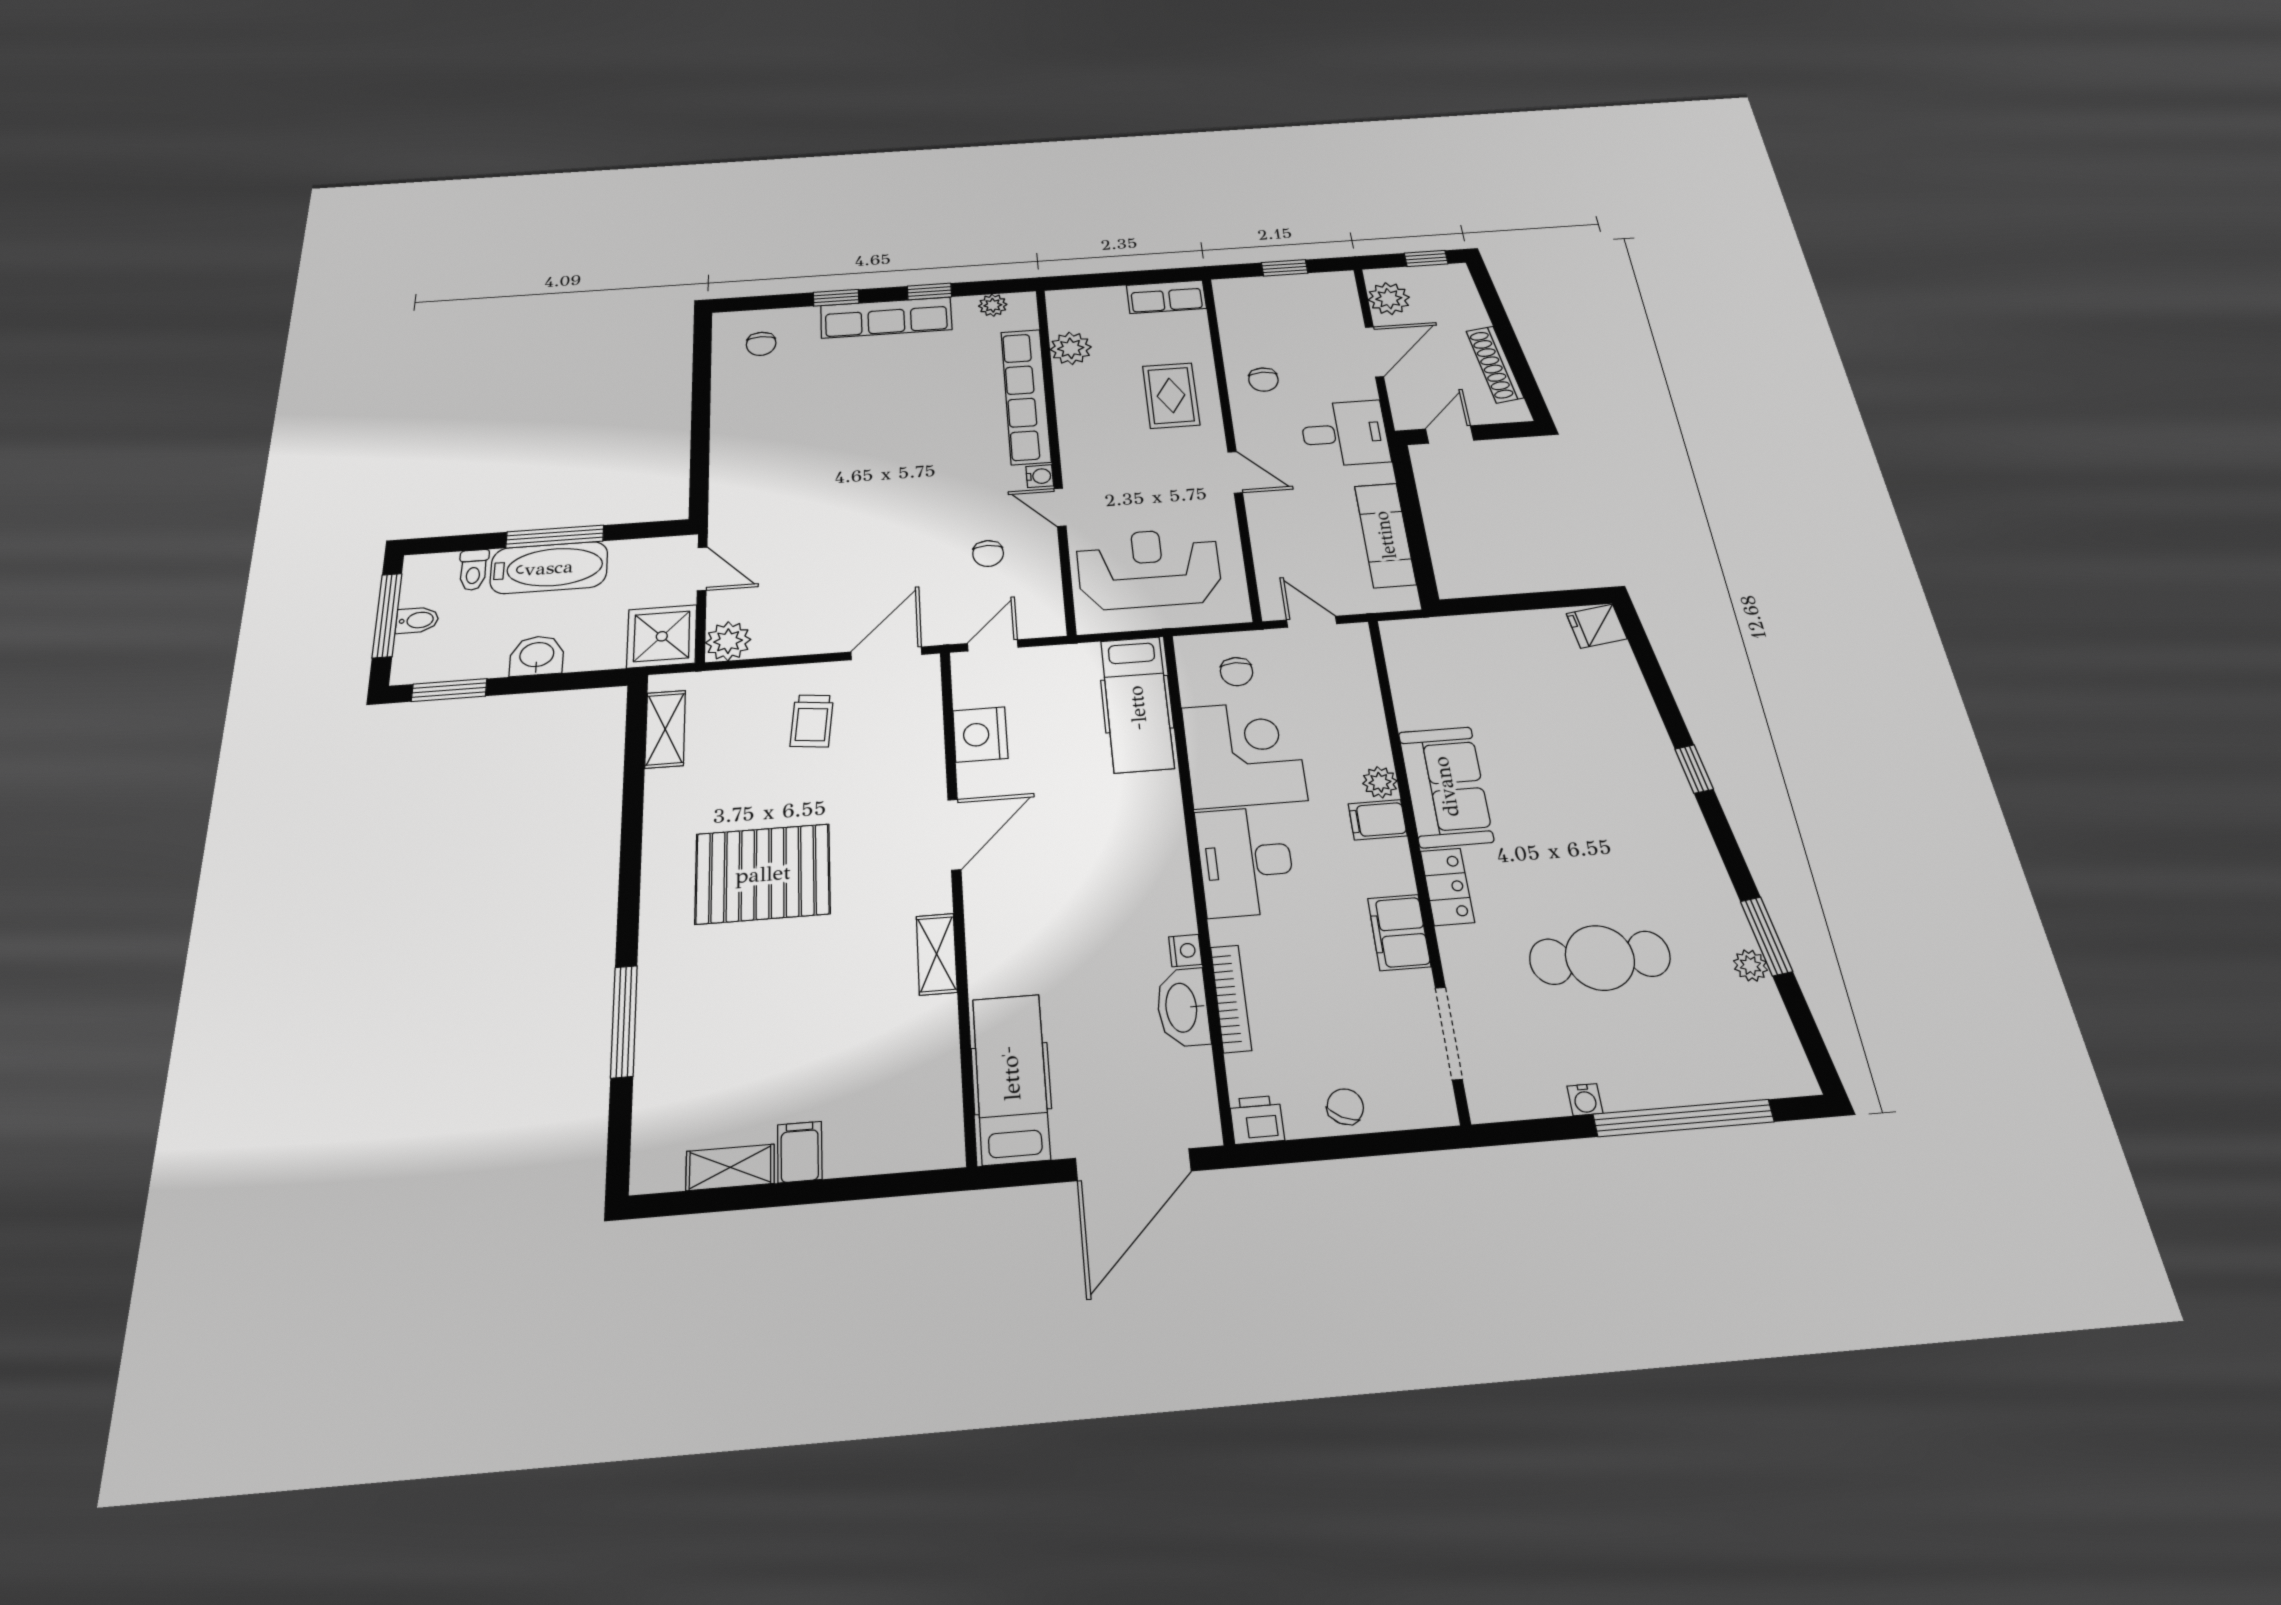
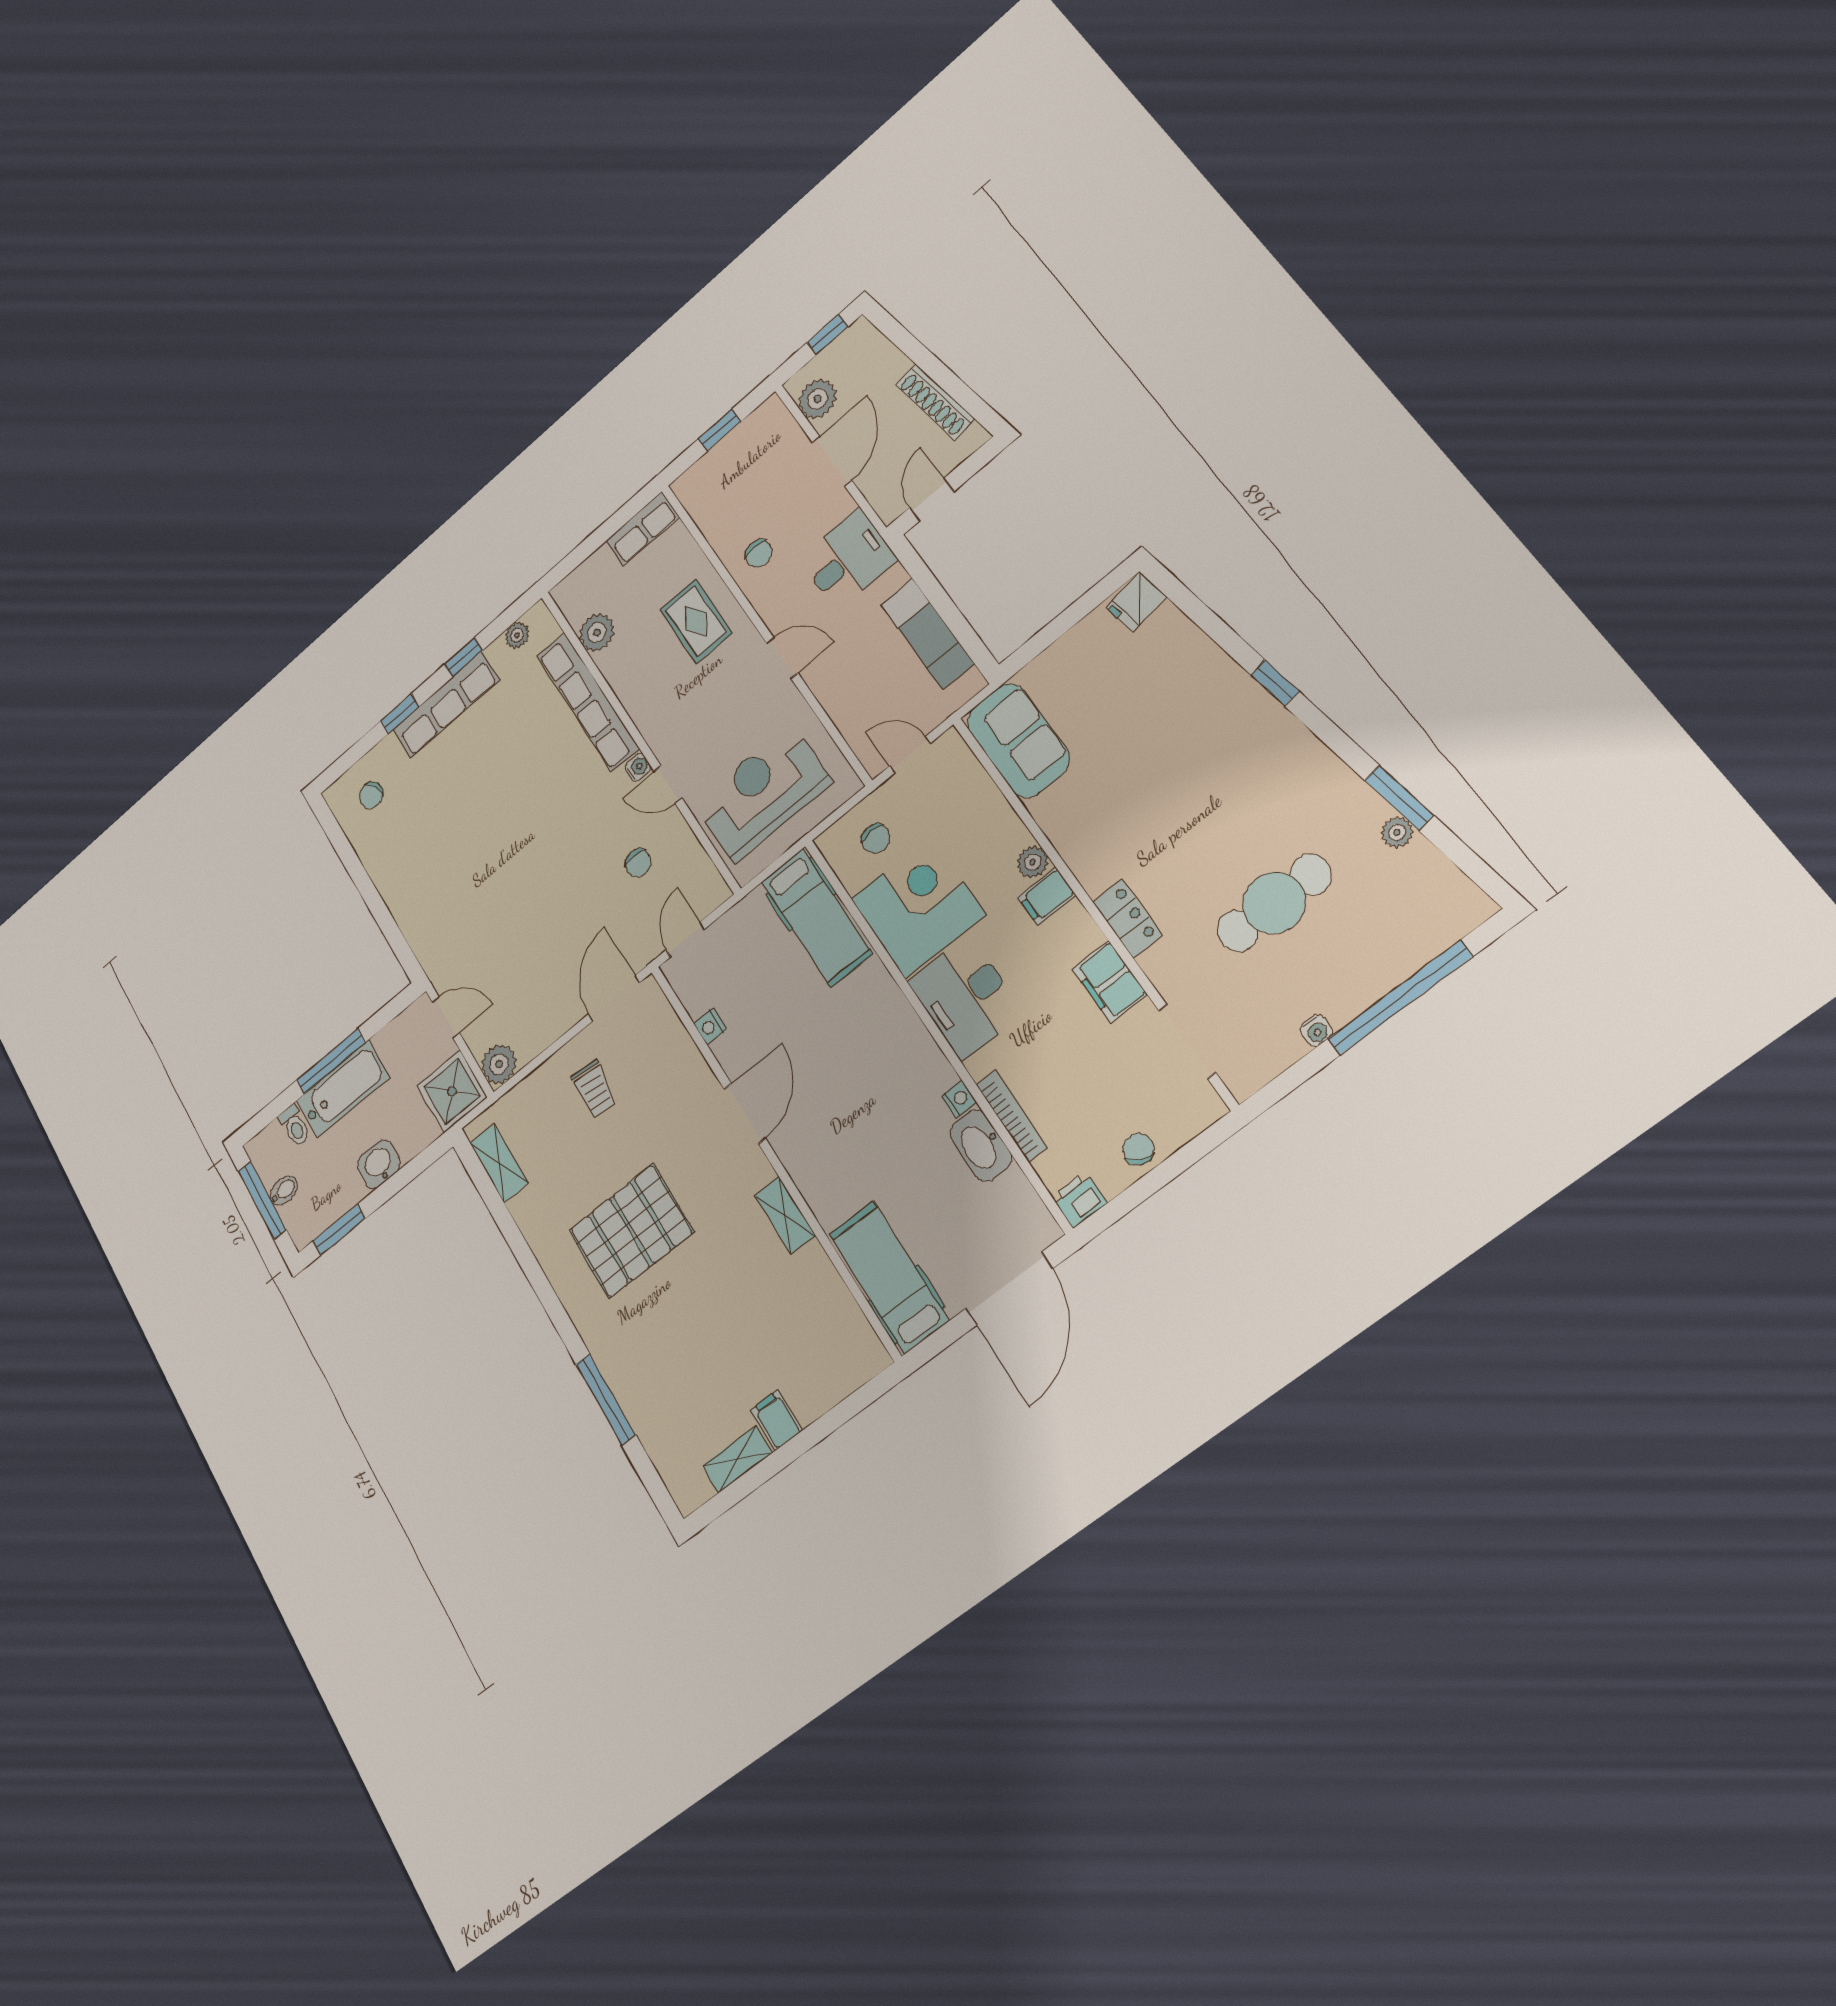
chair: (761, 344) -> (371, 795), turned 66
nightstand: (980, 734) -> (710, 1026), width x0.53, depth x0.56
sofa: (1446, 787) -> (1018, 740), moved

